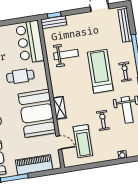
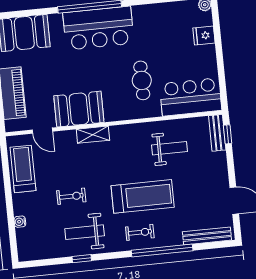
weight bench: (66, 54) -> (170, 148), turned -90
booth: (37, 113) -> (79, 109), width x0.73, depth x0.70
treadmill: (83, 141) -> (23, 169), moved, turned 90
door: (59, 143) -> (42, 131), hinge flipped

